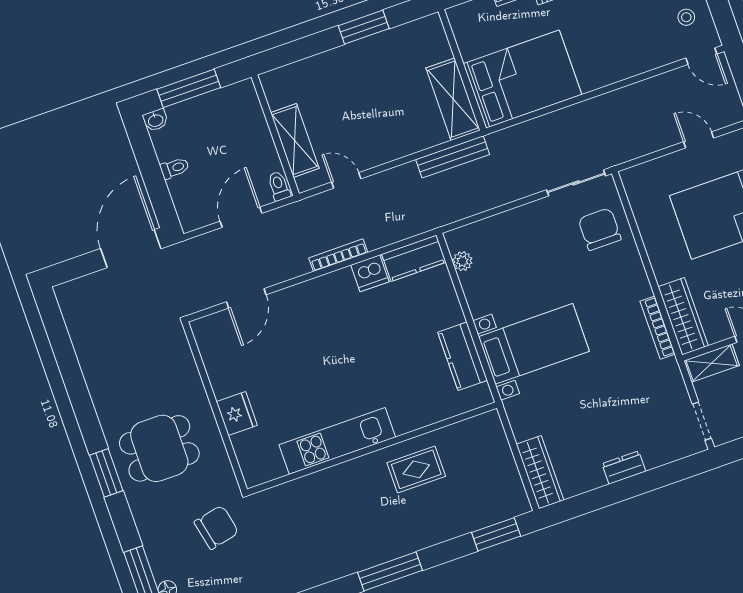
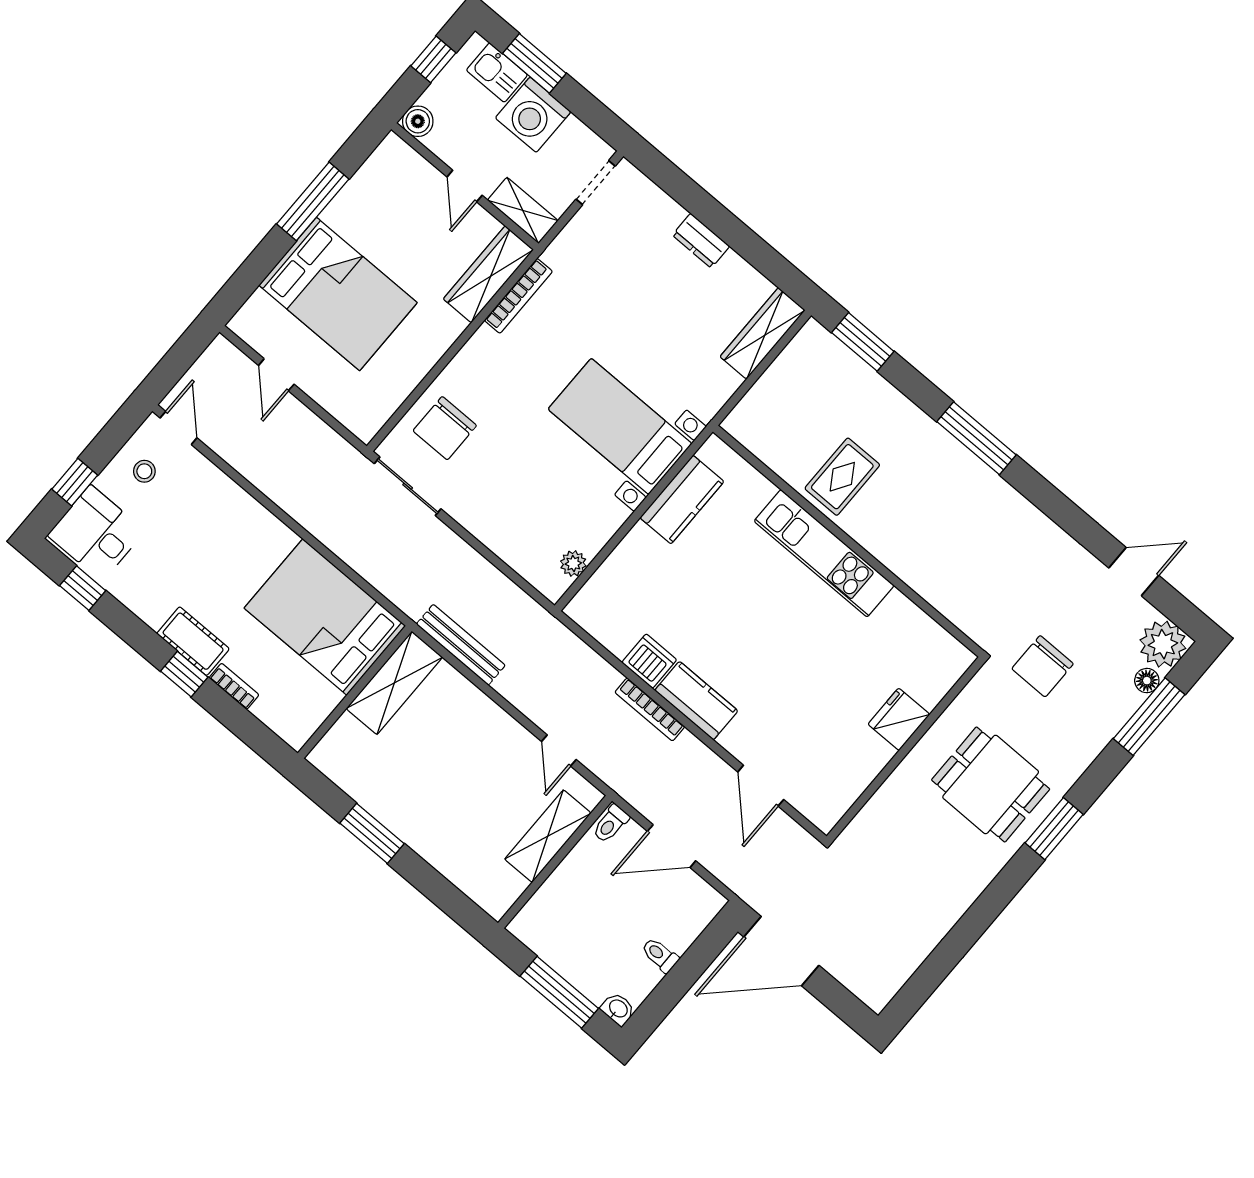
kitchen counter: (414, 258) -> (696, 701), moved
door: (246, 298) -> (761, 786), swing flipped
kitchen unit: (337, 441) -> (824, 553), moved
rug: (416, 469) -> (842, 477), turned 90
chair: (216, 527) -> (1043, 666), turned -78

